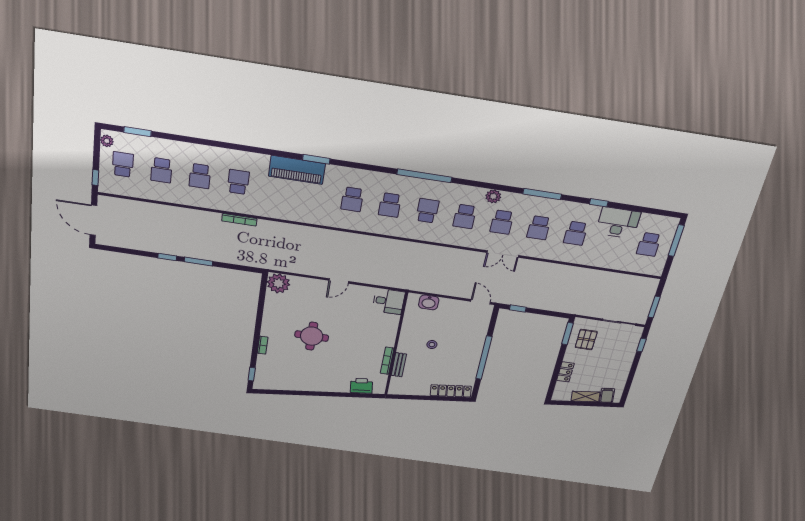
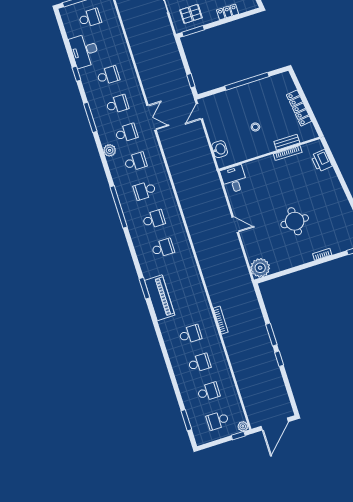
plant: (107, 141) -> (243, 426), moved
school desk: (238, 182) -> (190, 334), turned 180
locker: (451, 391) -> (299, 108), moved

